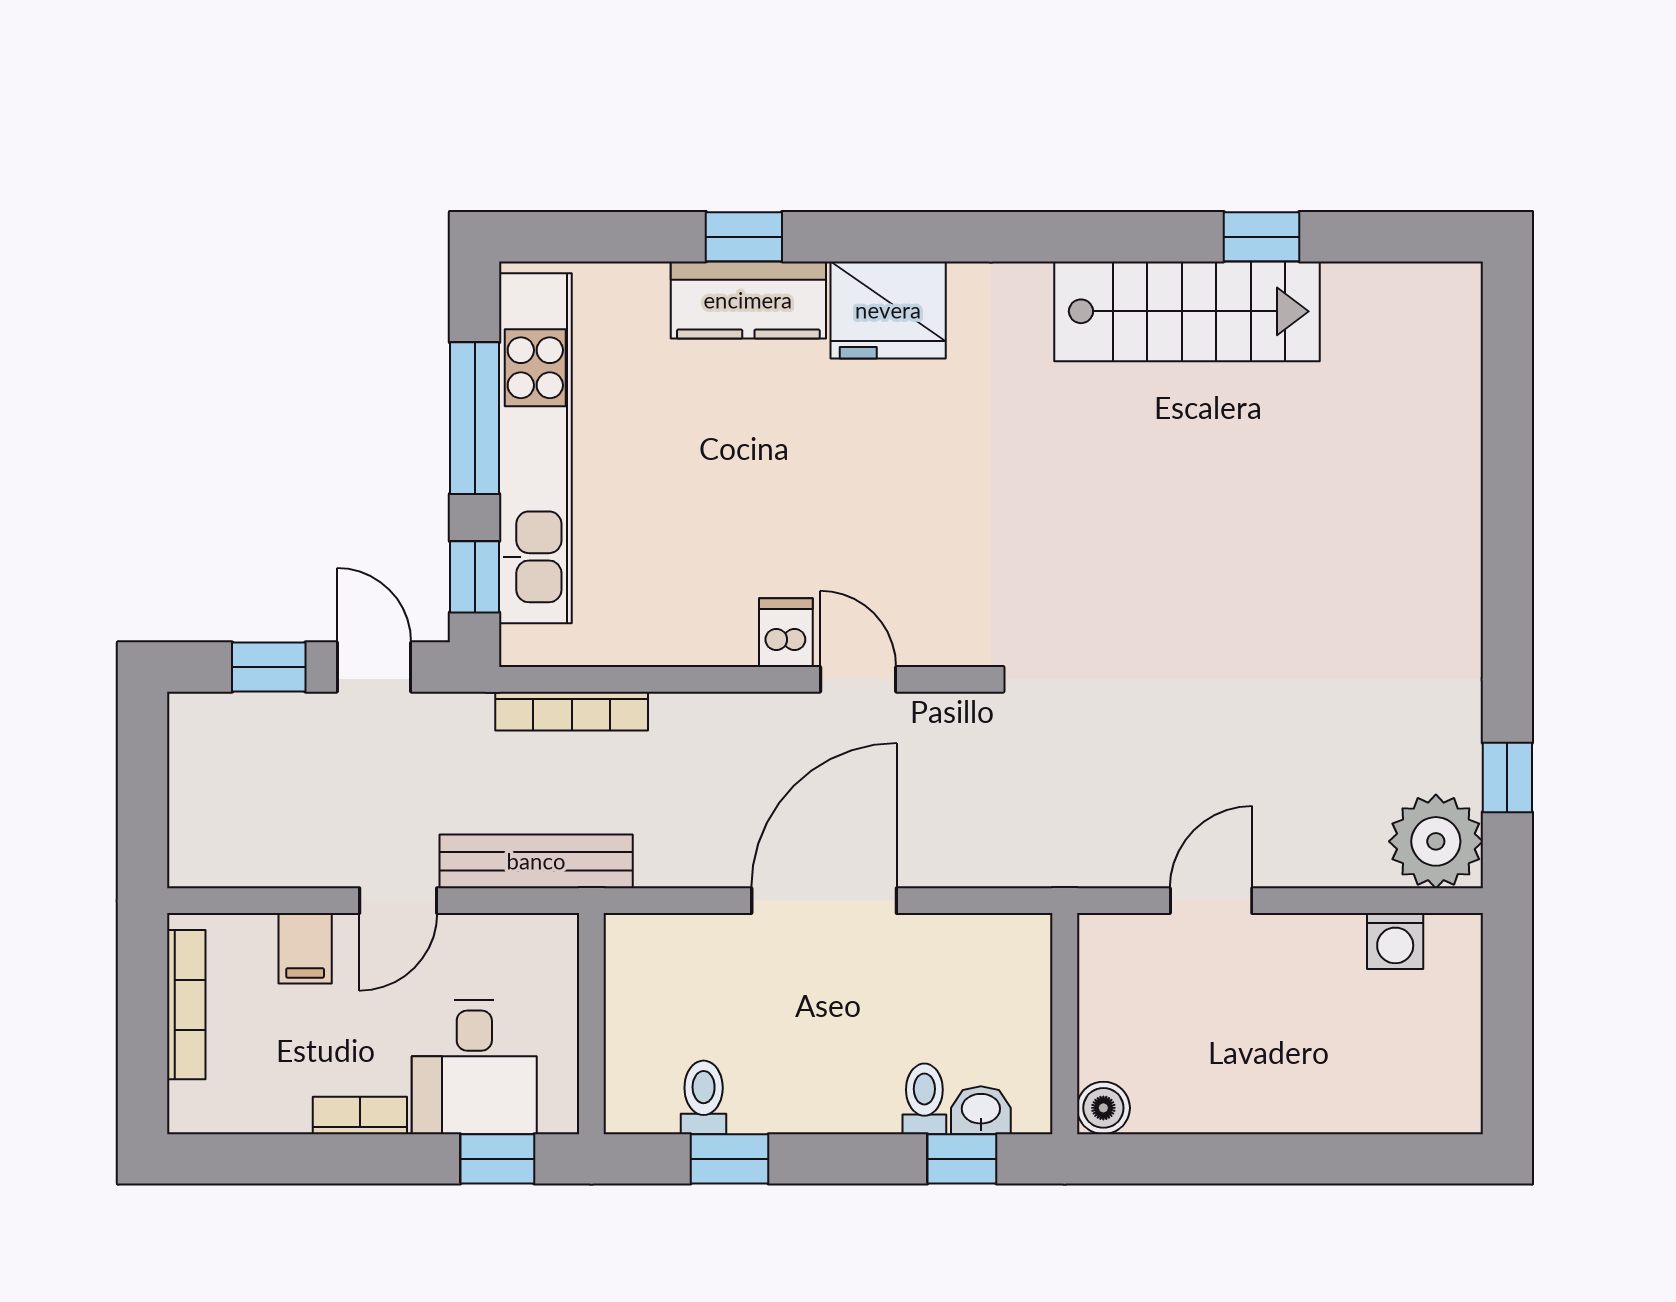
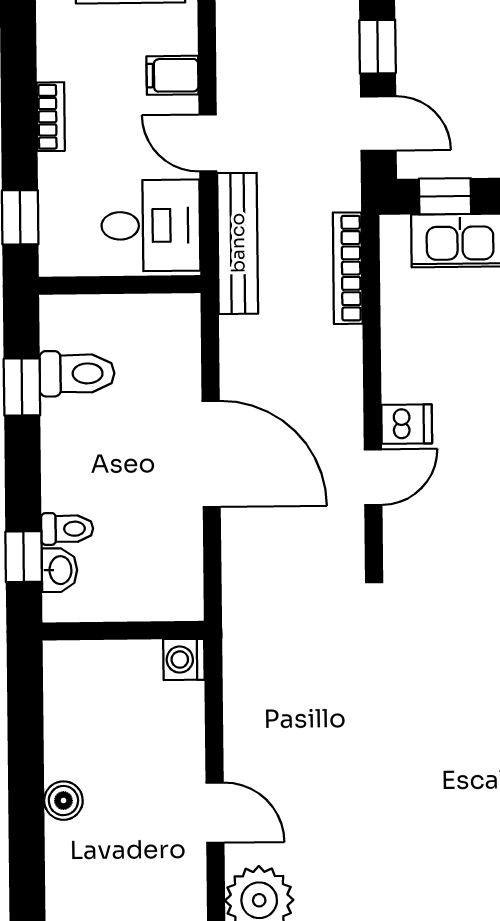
door: (374, 667) -> (378, 124), hinge flipped
door: (1211, 901) -> (215, 813), moved
washing machine: (1395, 941) -> (184, 659), moved
desk: (474, 1067) -> (151, 226), moved, turned 180
toilet: (704, 1097) -> (77, 374), width x1.37, depth x1.39
boiler: (1103, 1108) -> (63, 801), moved

